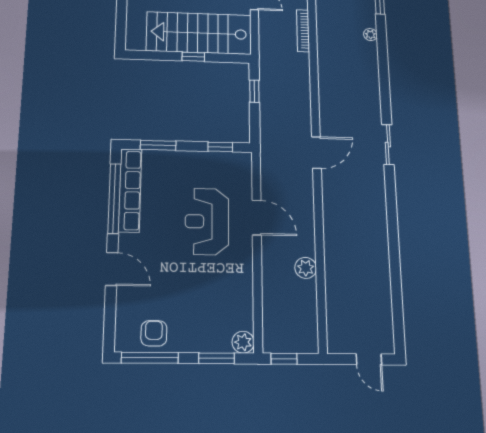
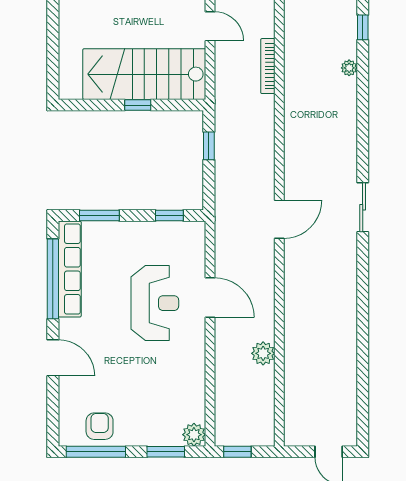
reception desk: (207, 221) -> (155, 303), turned 180

